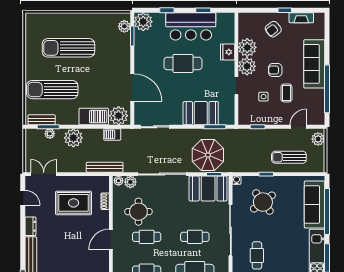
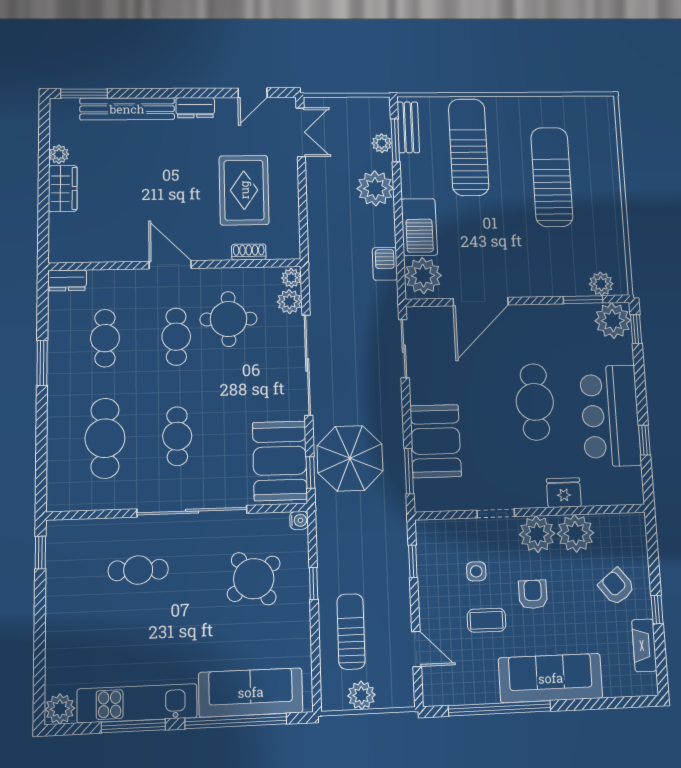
window: (167, 10) -> (636, 329), moved
plant: (318, 139) -> (361, 695), moved
bench: (105, 167) -> (318, 250), removed

